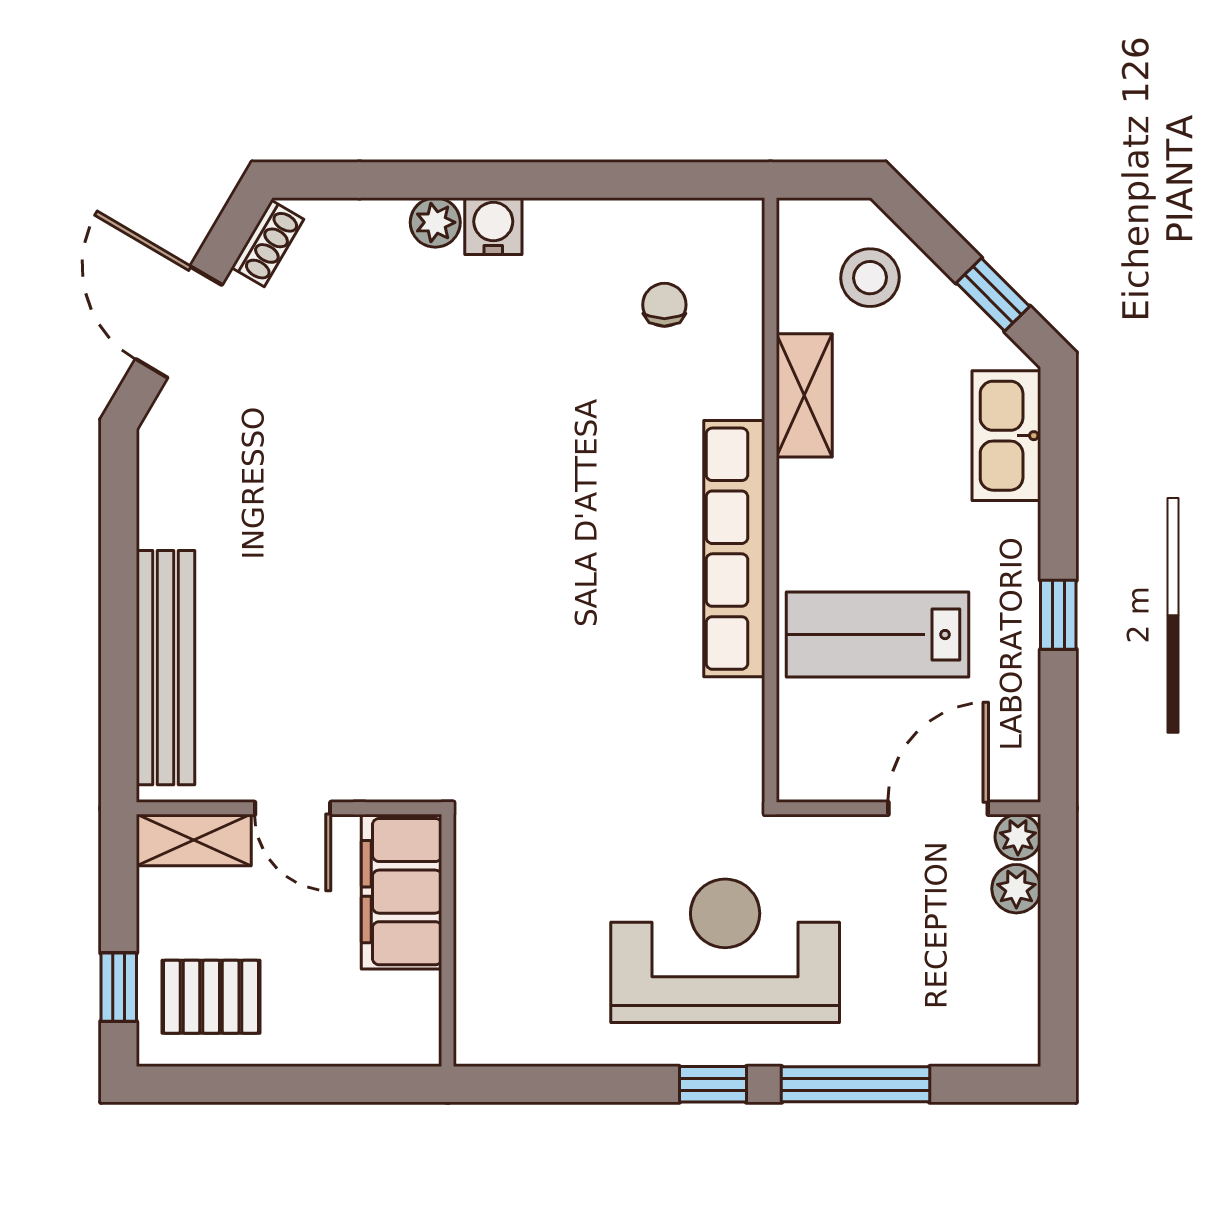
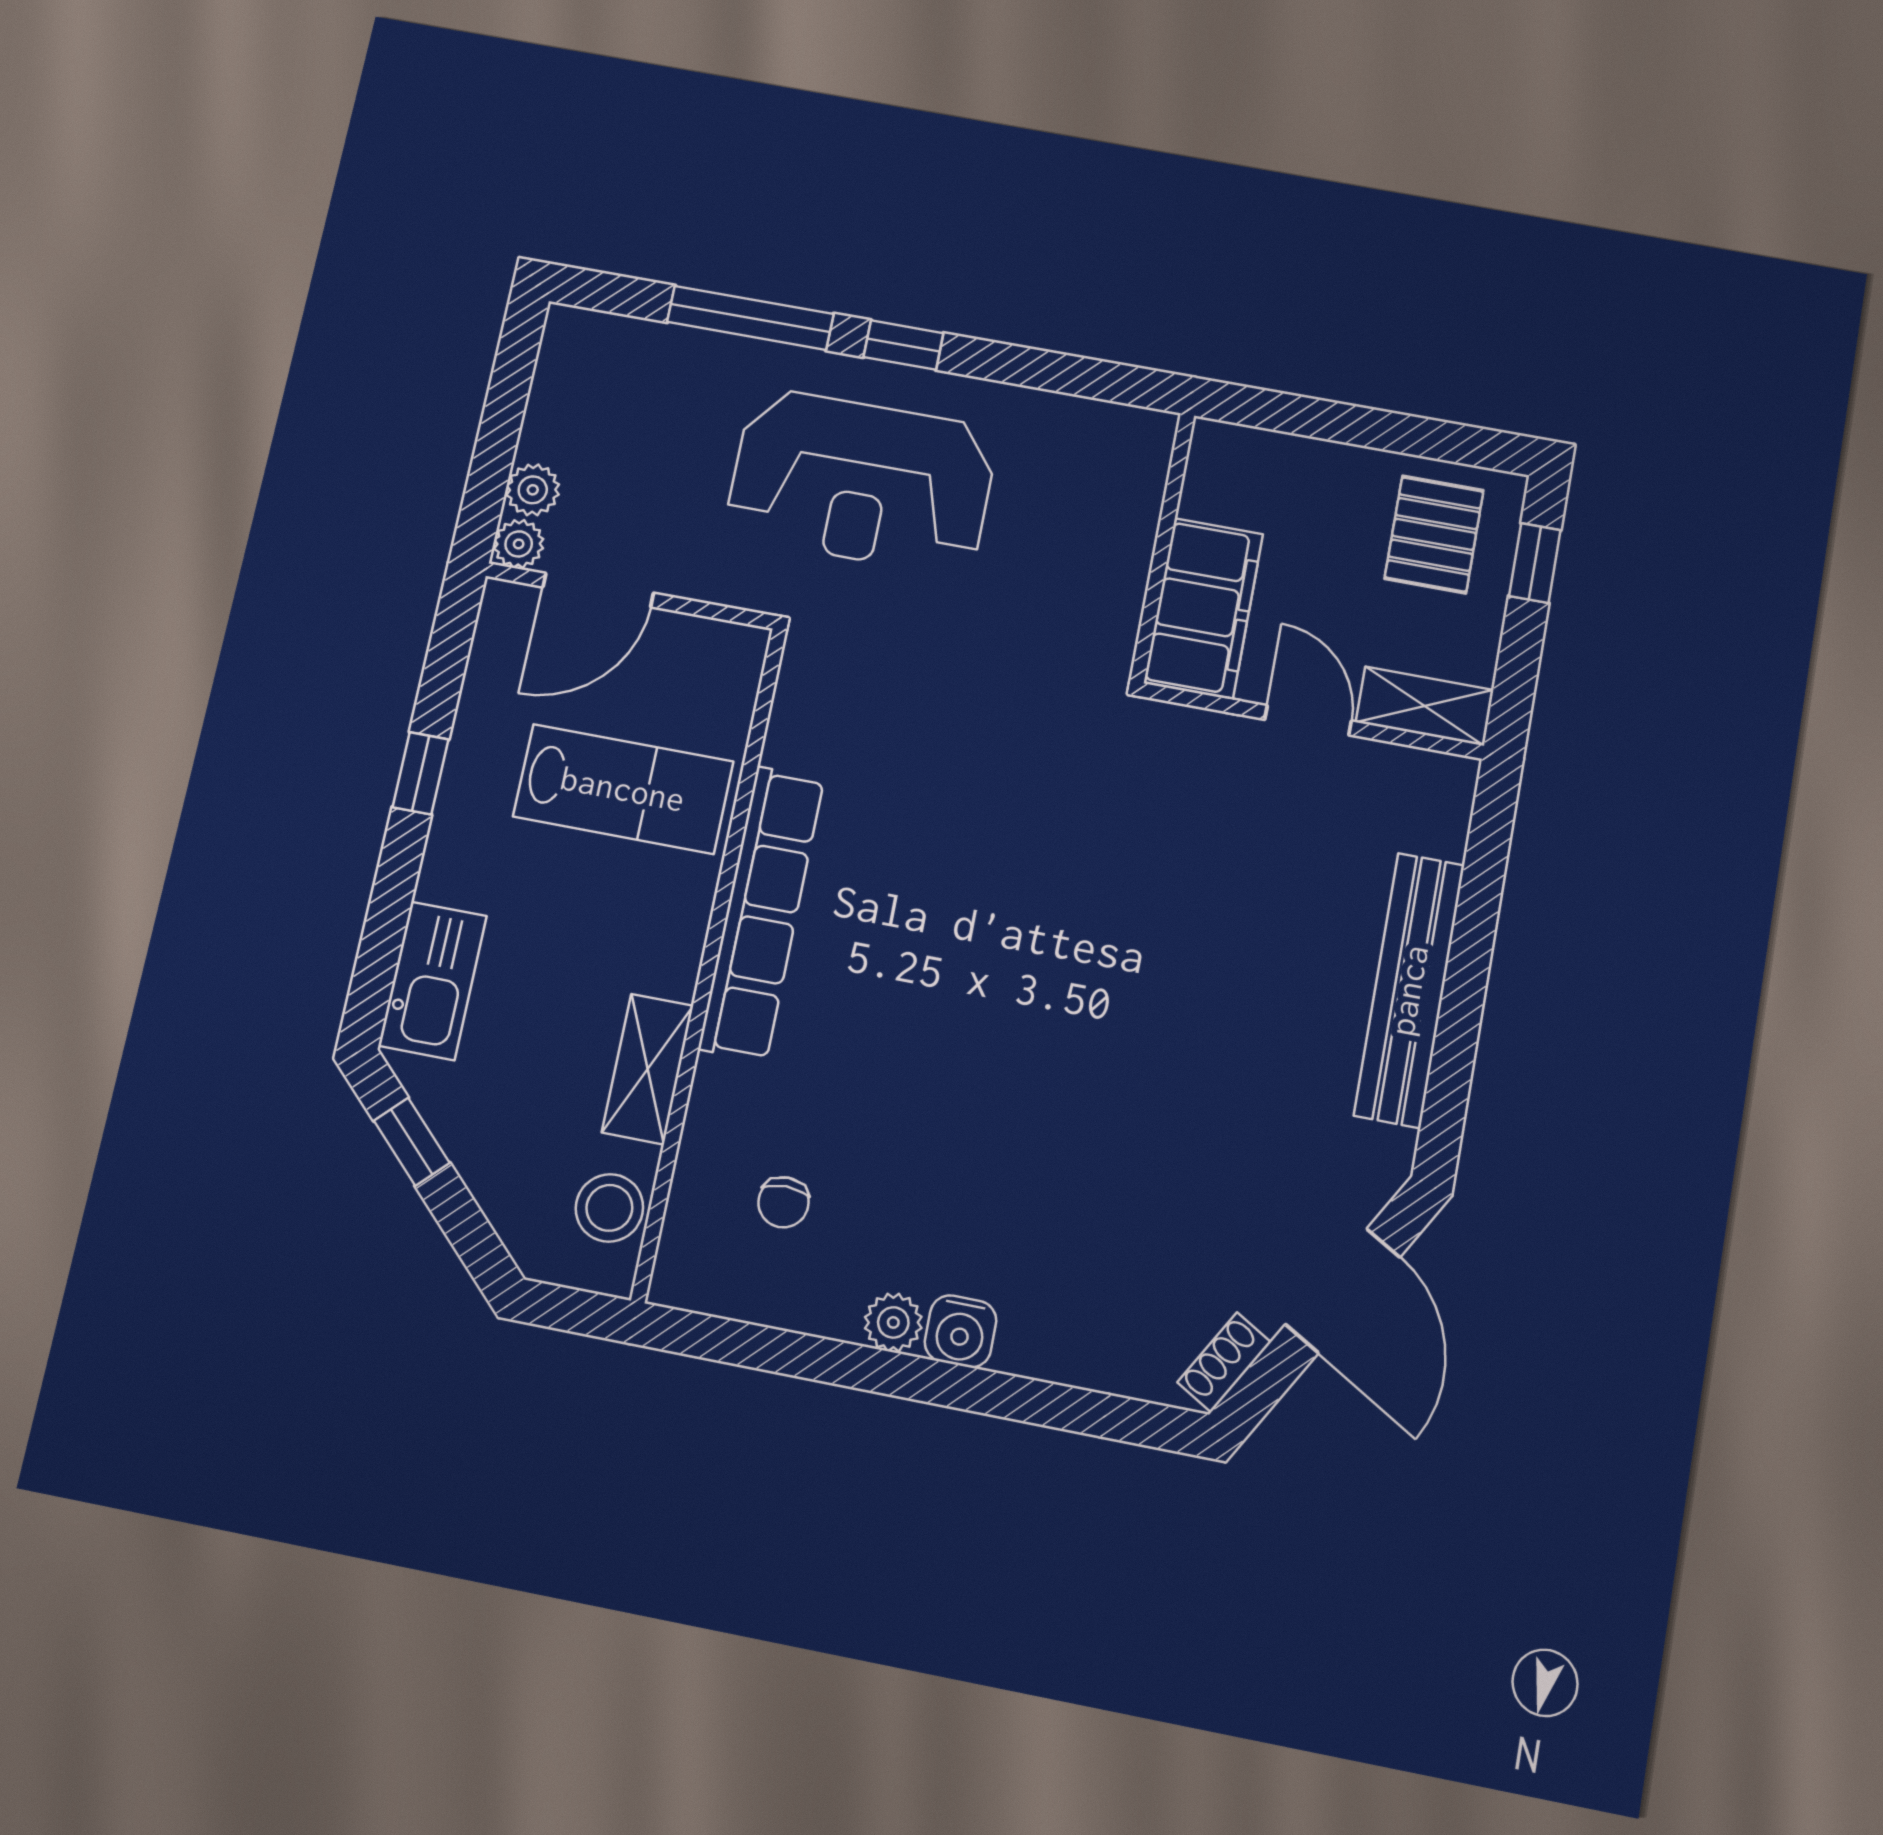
plant: (435, 222) -> (893, 1322), moved
stool: (870, 278) -> (609, 1208), moved
bench: (165, 668) -> (1409, 990), moved
pallet: (211, 997) -> (1434, 534), turned 90

